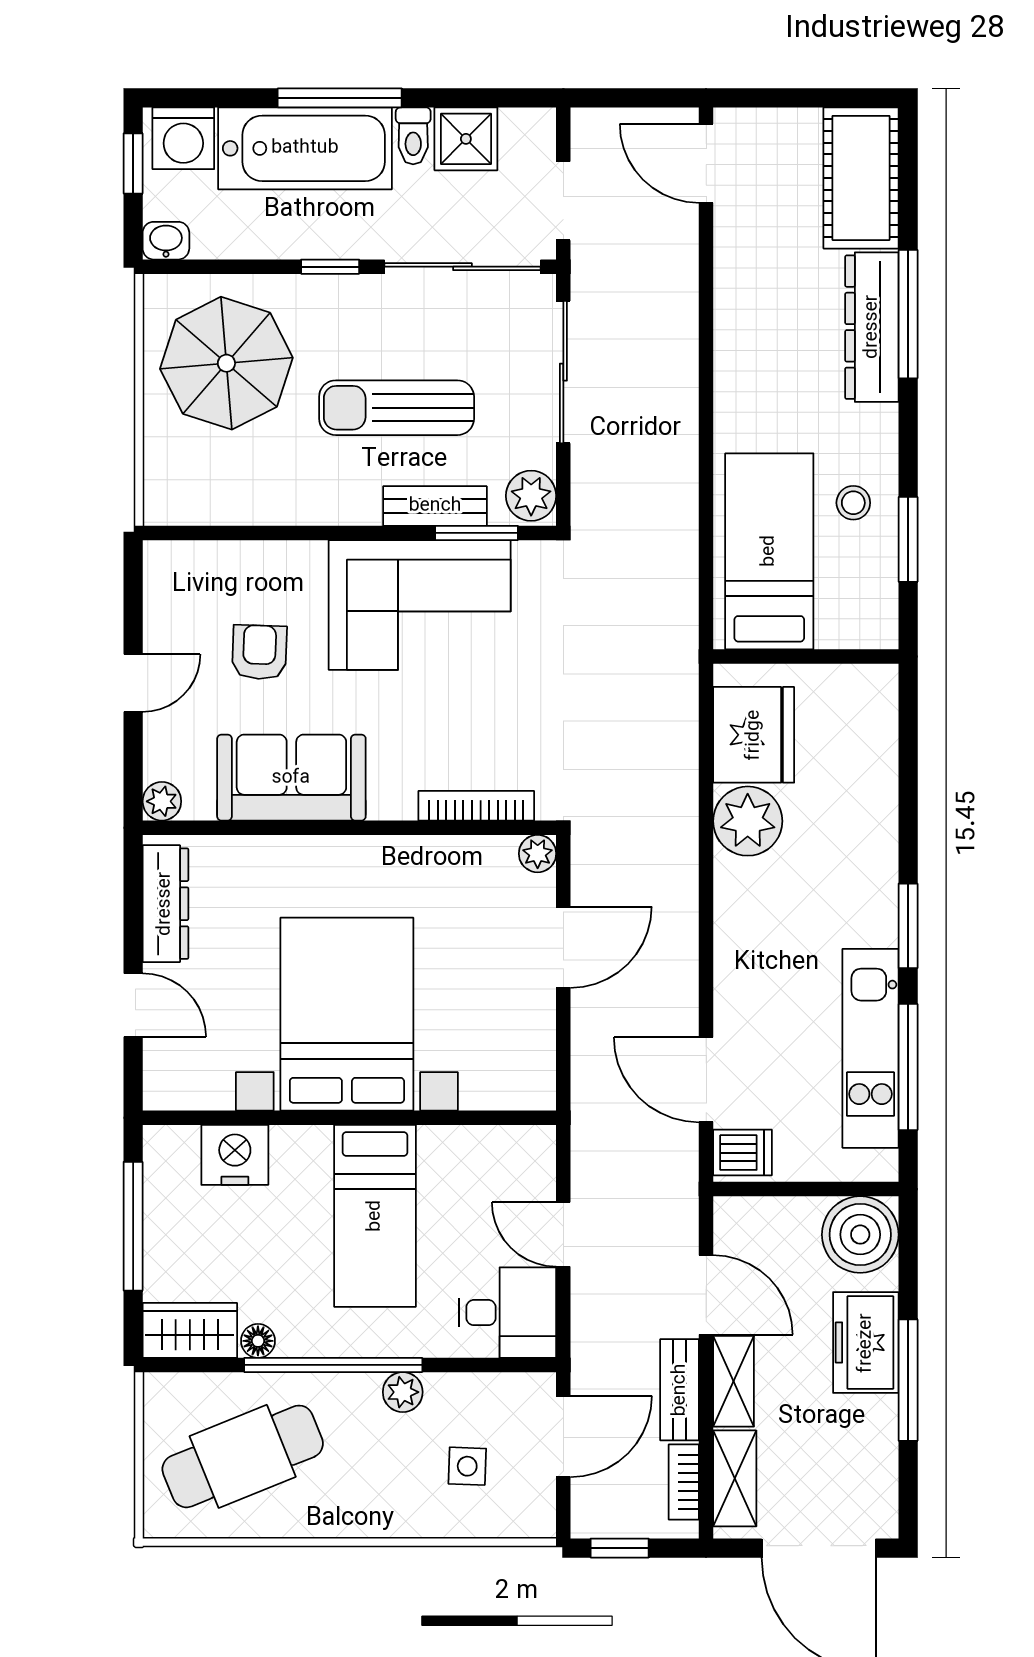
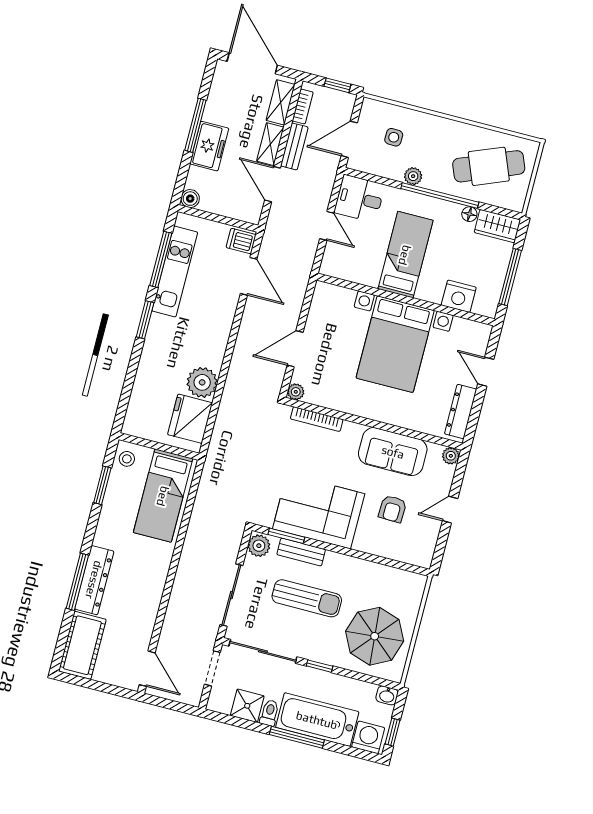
stool: (853, 503) -> (127, 459), moved
boiler: (860, 1235) -> (190, 199), width x0.54, depth x0.54

